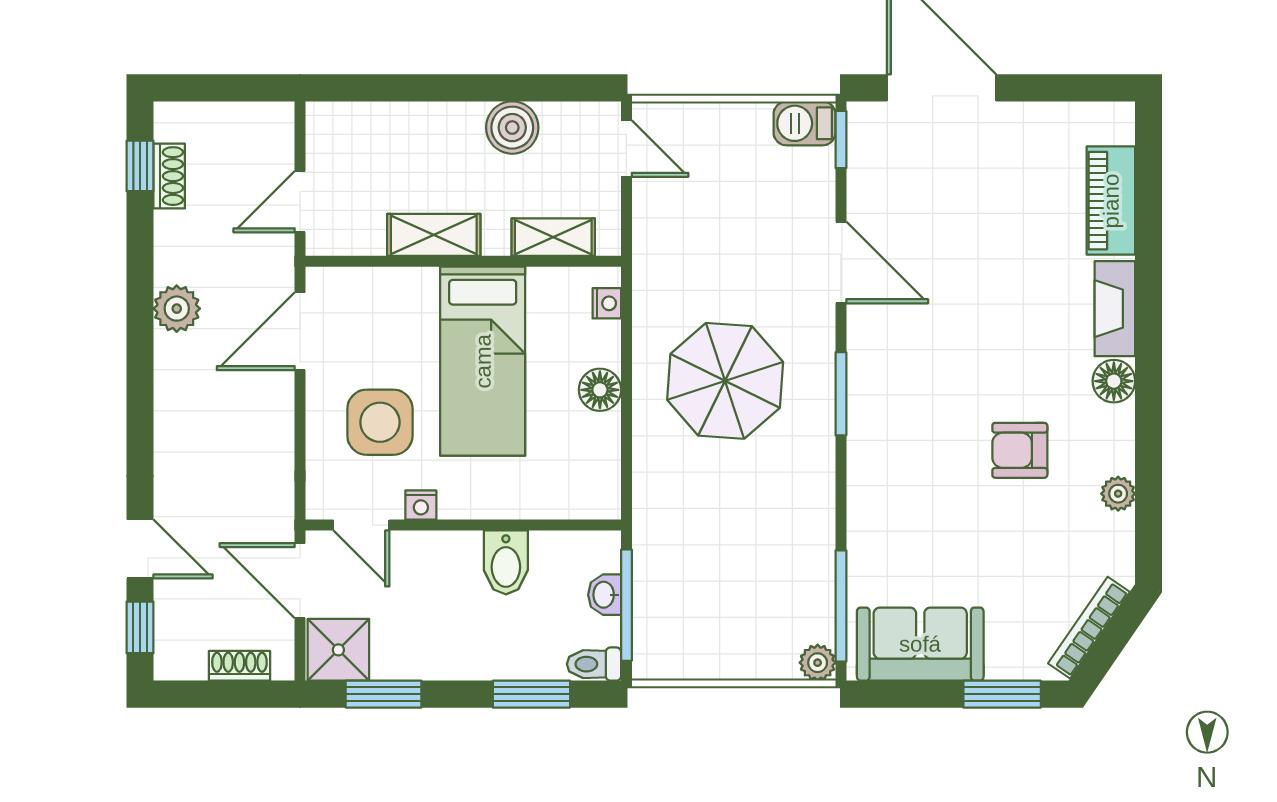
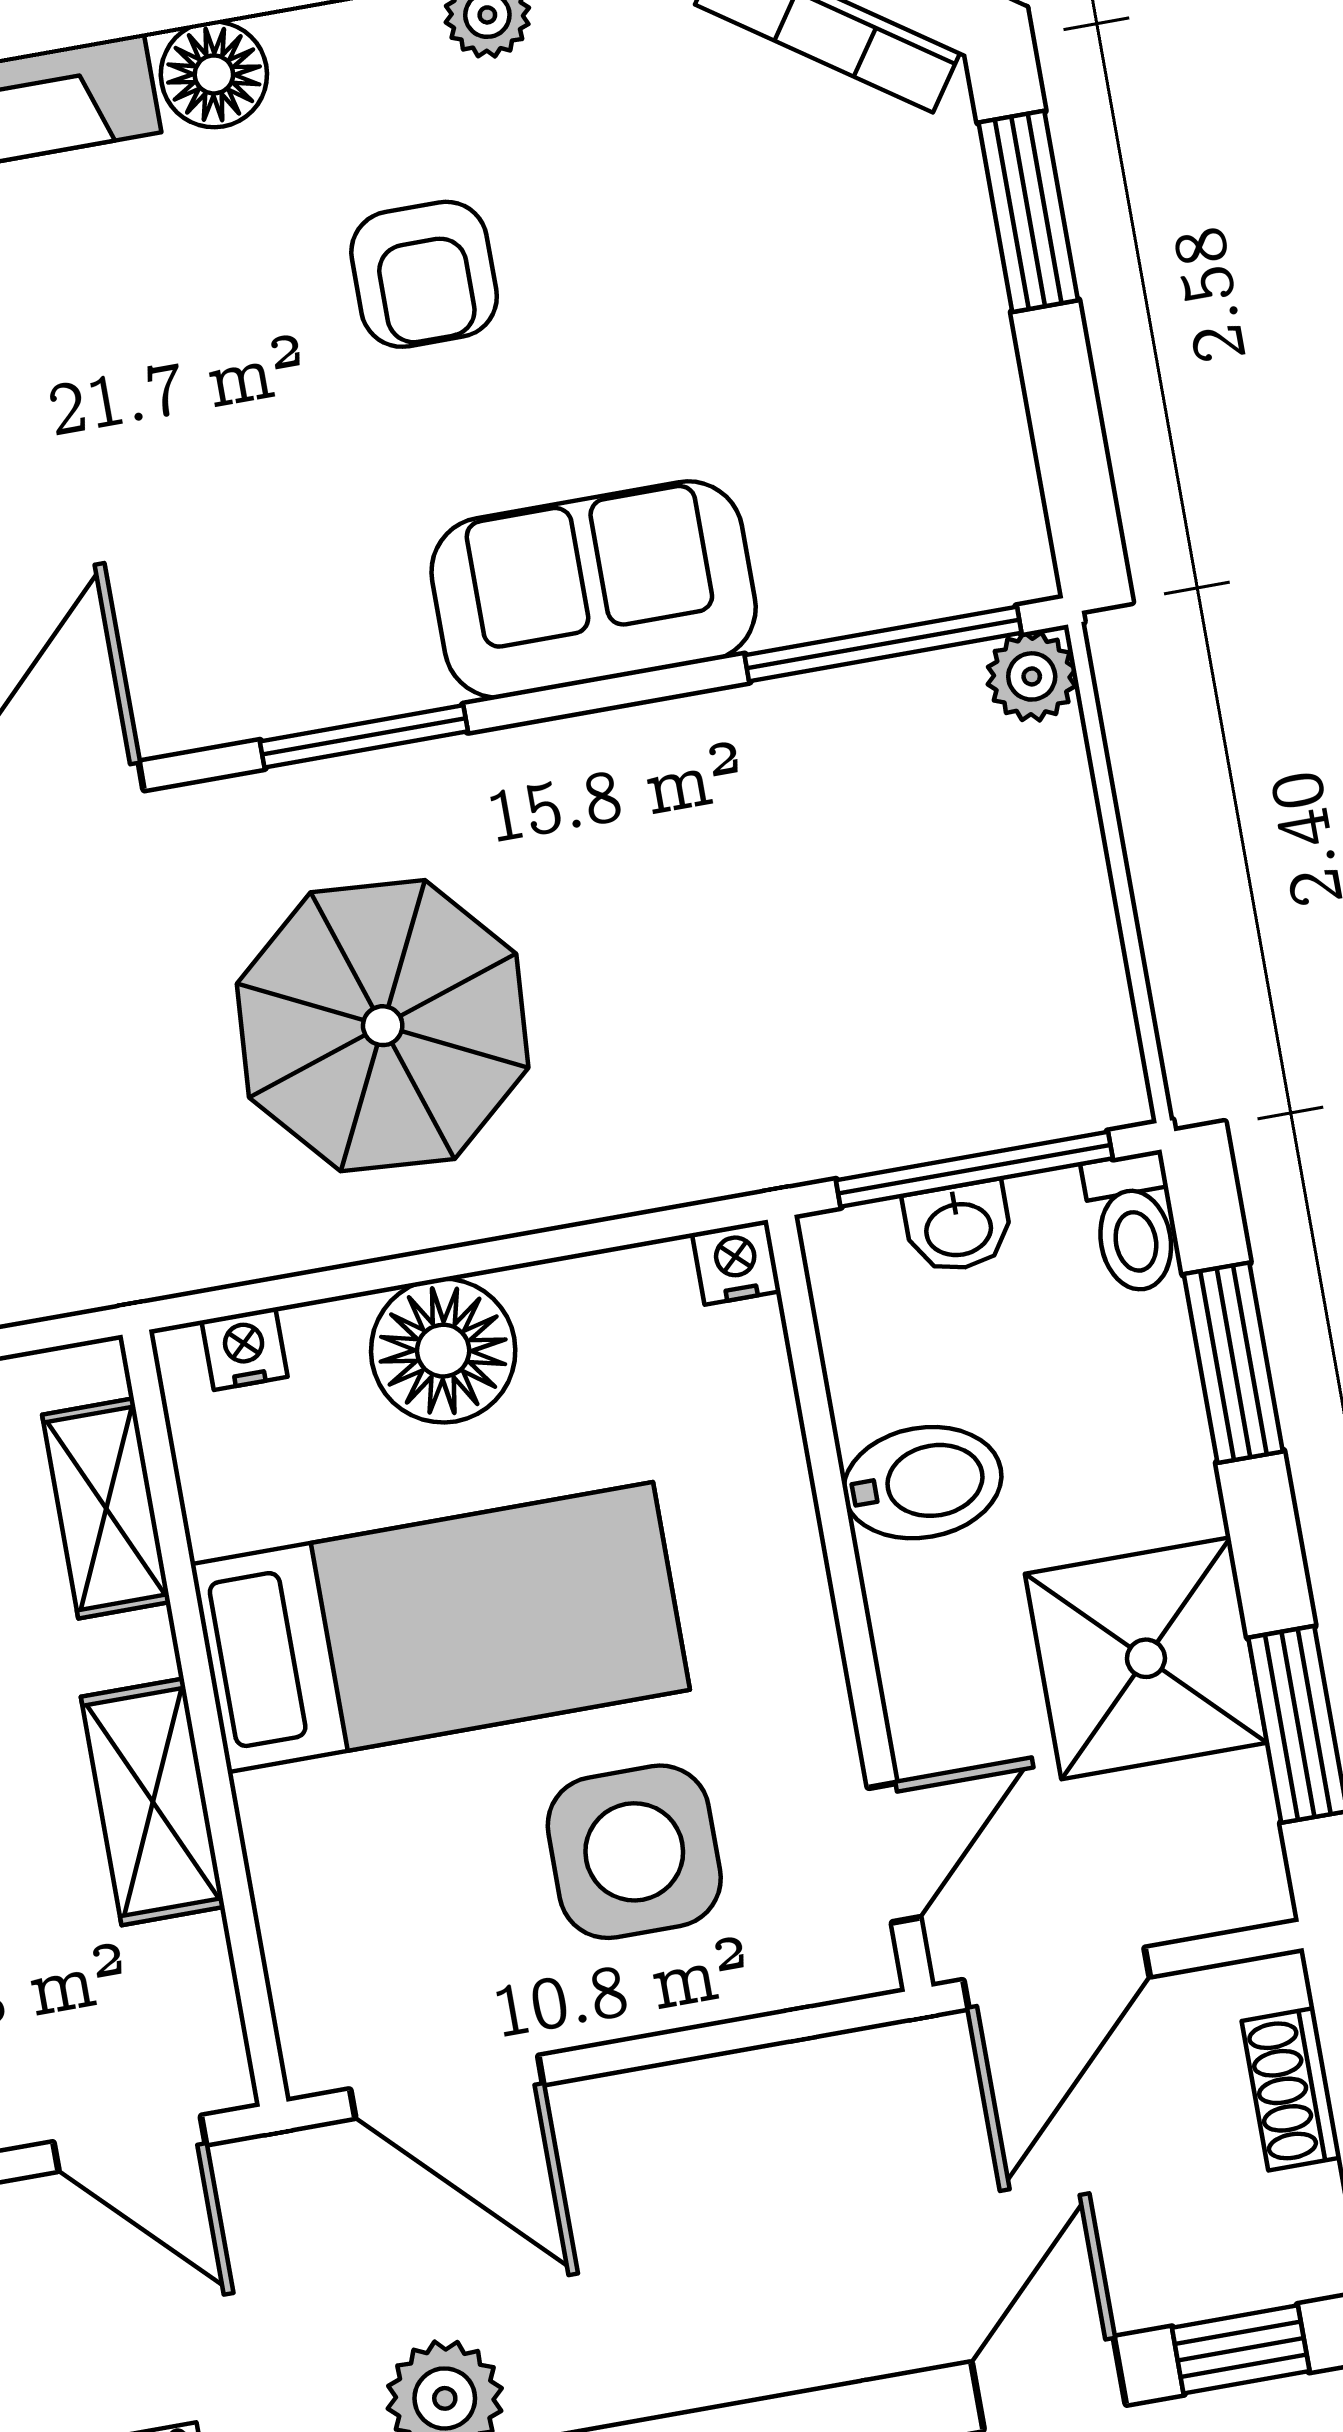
floor lamp: (600, 390) -> (443, 1351), width x1.38, depth x1.38
nightstand: (421, 505) -> (736, 1262), moved, turned -90
sofa: (920, 644) -> (594, 590), moved, turned 90
shower: (338, 650) -> (1146, 1658), moved, width x1.36, depth x1.36

